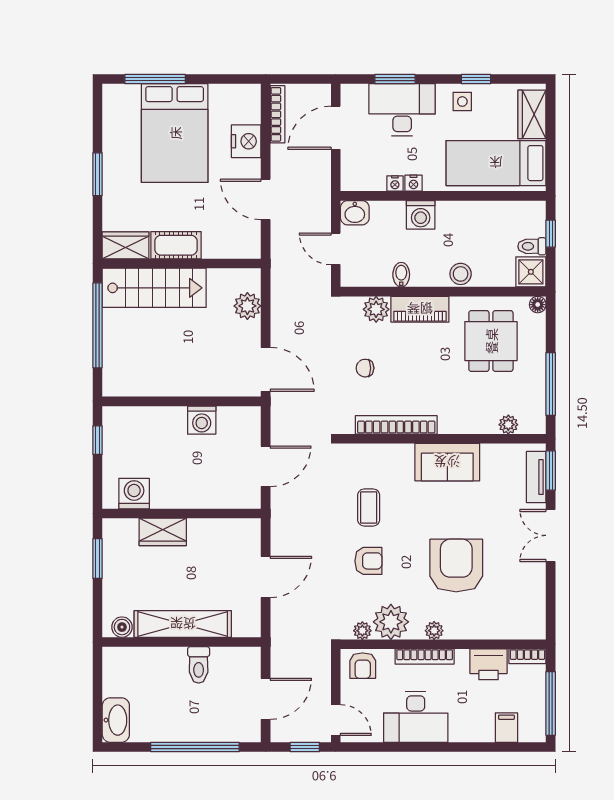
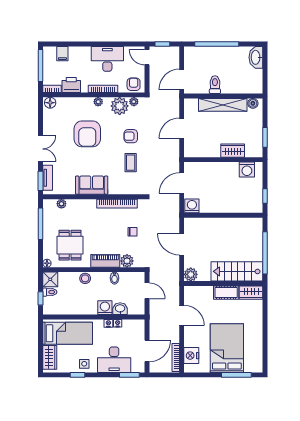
window: (395, 79) -> (129, 375), moved
nightstand: (246, 141) -> (191, 356), moved
window: (98, 174) -> (265, 328), removed
washbasin: (355, 213) -> (120, 309), moved
plant: (247, 306) -> (191, 274), moved
door: (266, 369) -> (182, 244), moved
washing machine: (202, 420) -> (192, 206), moved
floor lamp: (531, 628) -> (50, 103), added
door: (266, 699) -> (182, 79), moved

